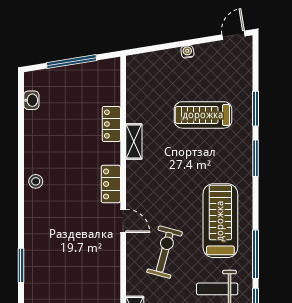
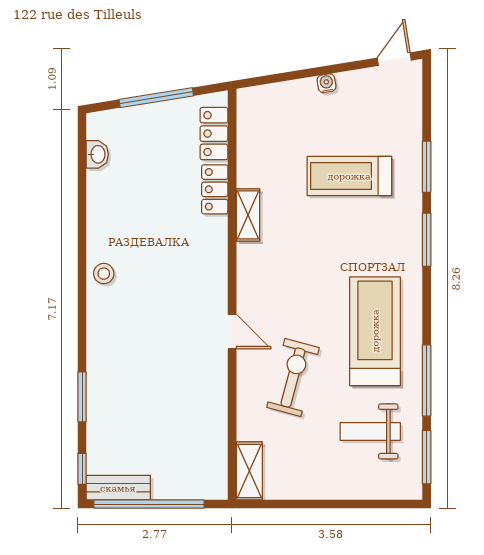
locker: (111, 184) -> (214, 134), moved

